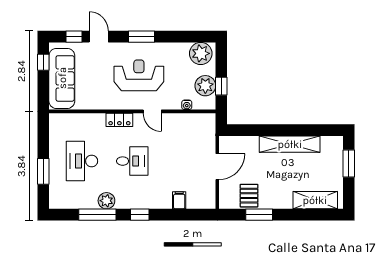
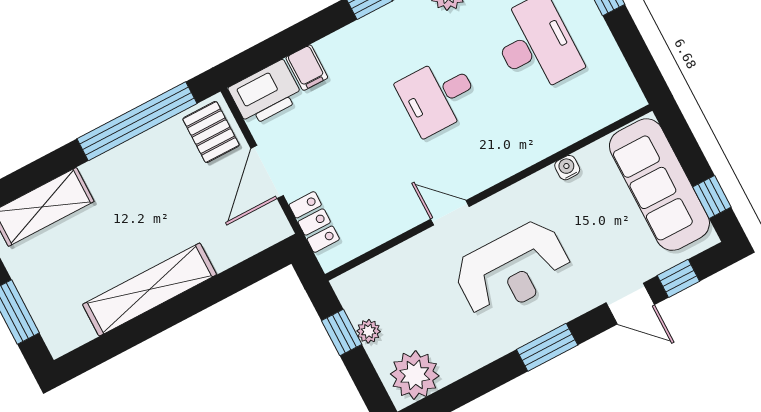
plant: (205, 86) -> (369, 331), width x0.53, depth x0.53
water cooler: (187, 105) -> (567, 168), moved
locker: (119, 120) -> (314, 222), moved, turned 90
pallet: (249, 196) -> (211, 132), moved
printer: (201, 199) -> (266, 93), added
window: (259, 215) -> (137, 121), width x2.11

